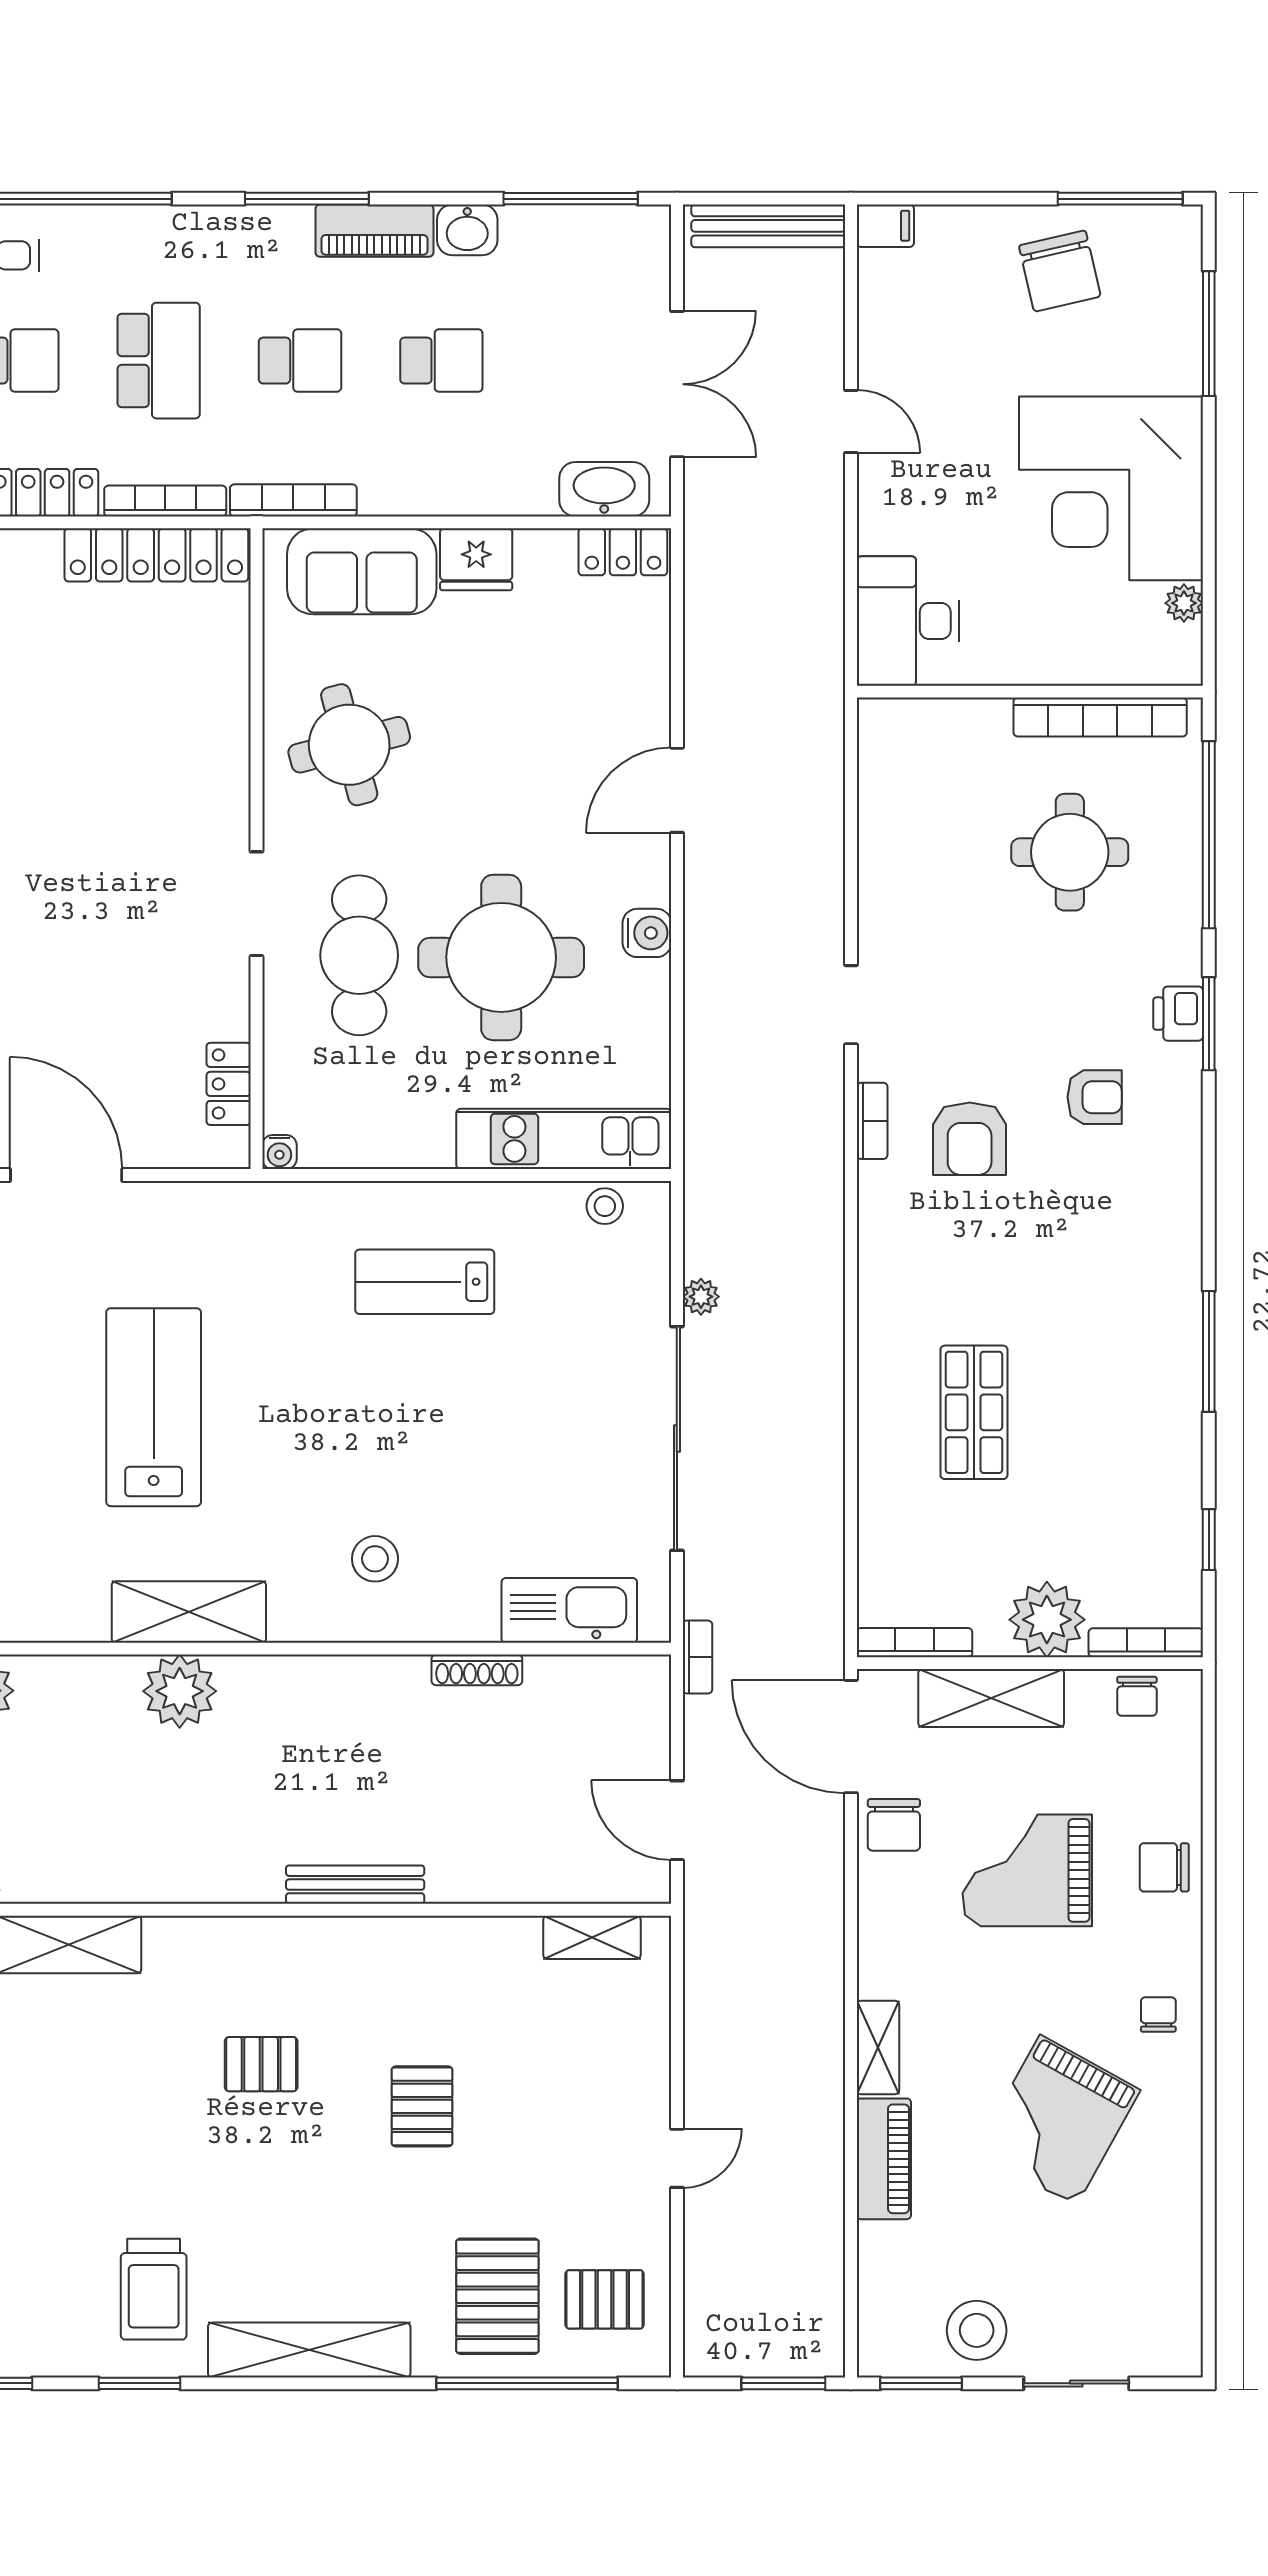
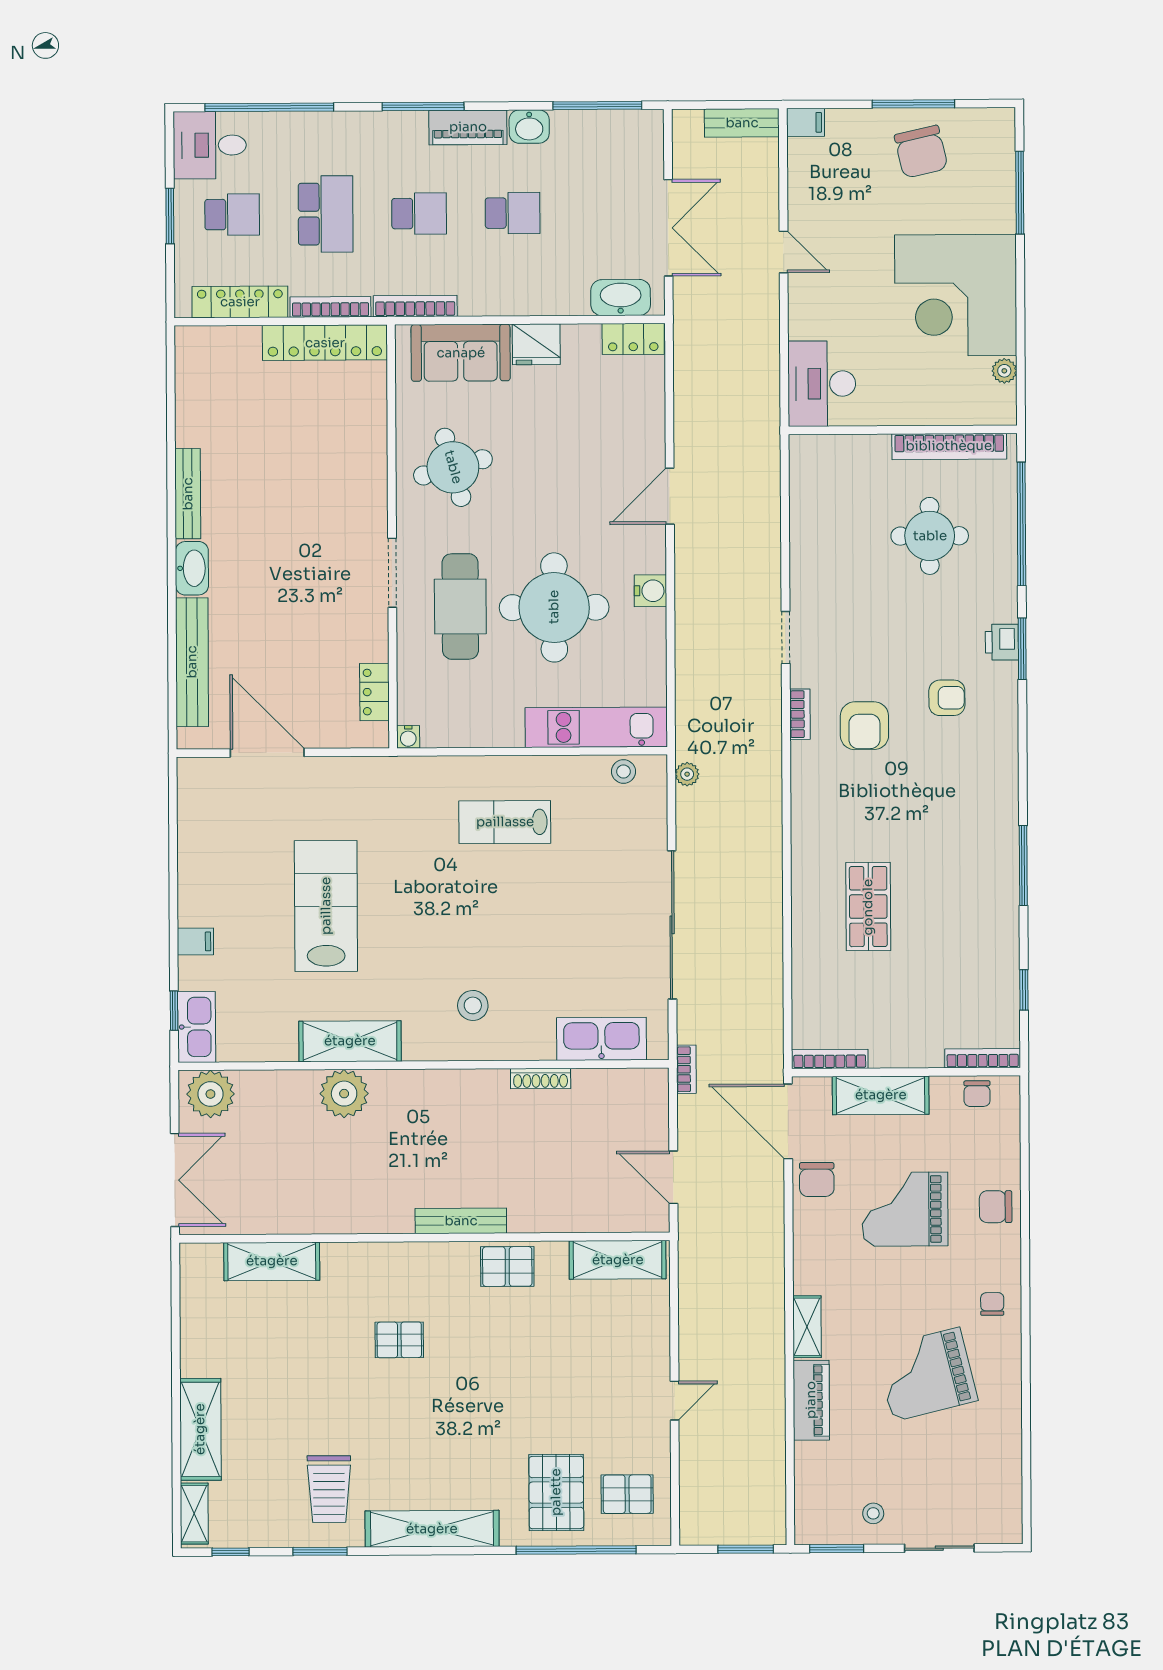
window: (1120, 199) -> (913, 104), moved
bench: (768, 226) -> (742, 123), width x0.73
plant: (701, 1297) -> (687, 774), moved
plant: (1047, 1620) -> (917, 1043), removed
shelving: (592, 1937) -> (618, 1260), width x1.50, depth x1.33
pallet: (422, 2106) -> (507, 1267), moved, turned 90
grand piano: (1058, 2121) -> (926, 1374), turned 47
stool: (977, 2330) -> (873, 1513), width x0.53, depth x0.53

